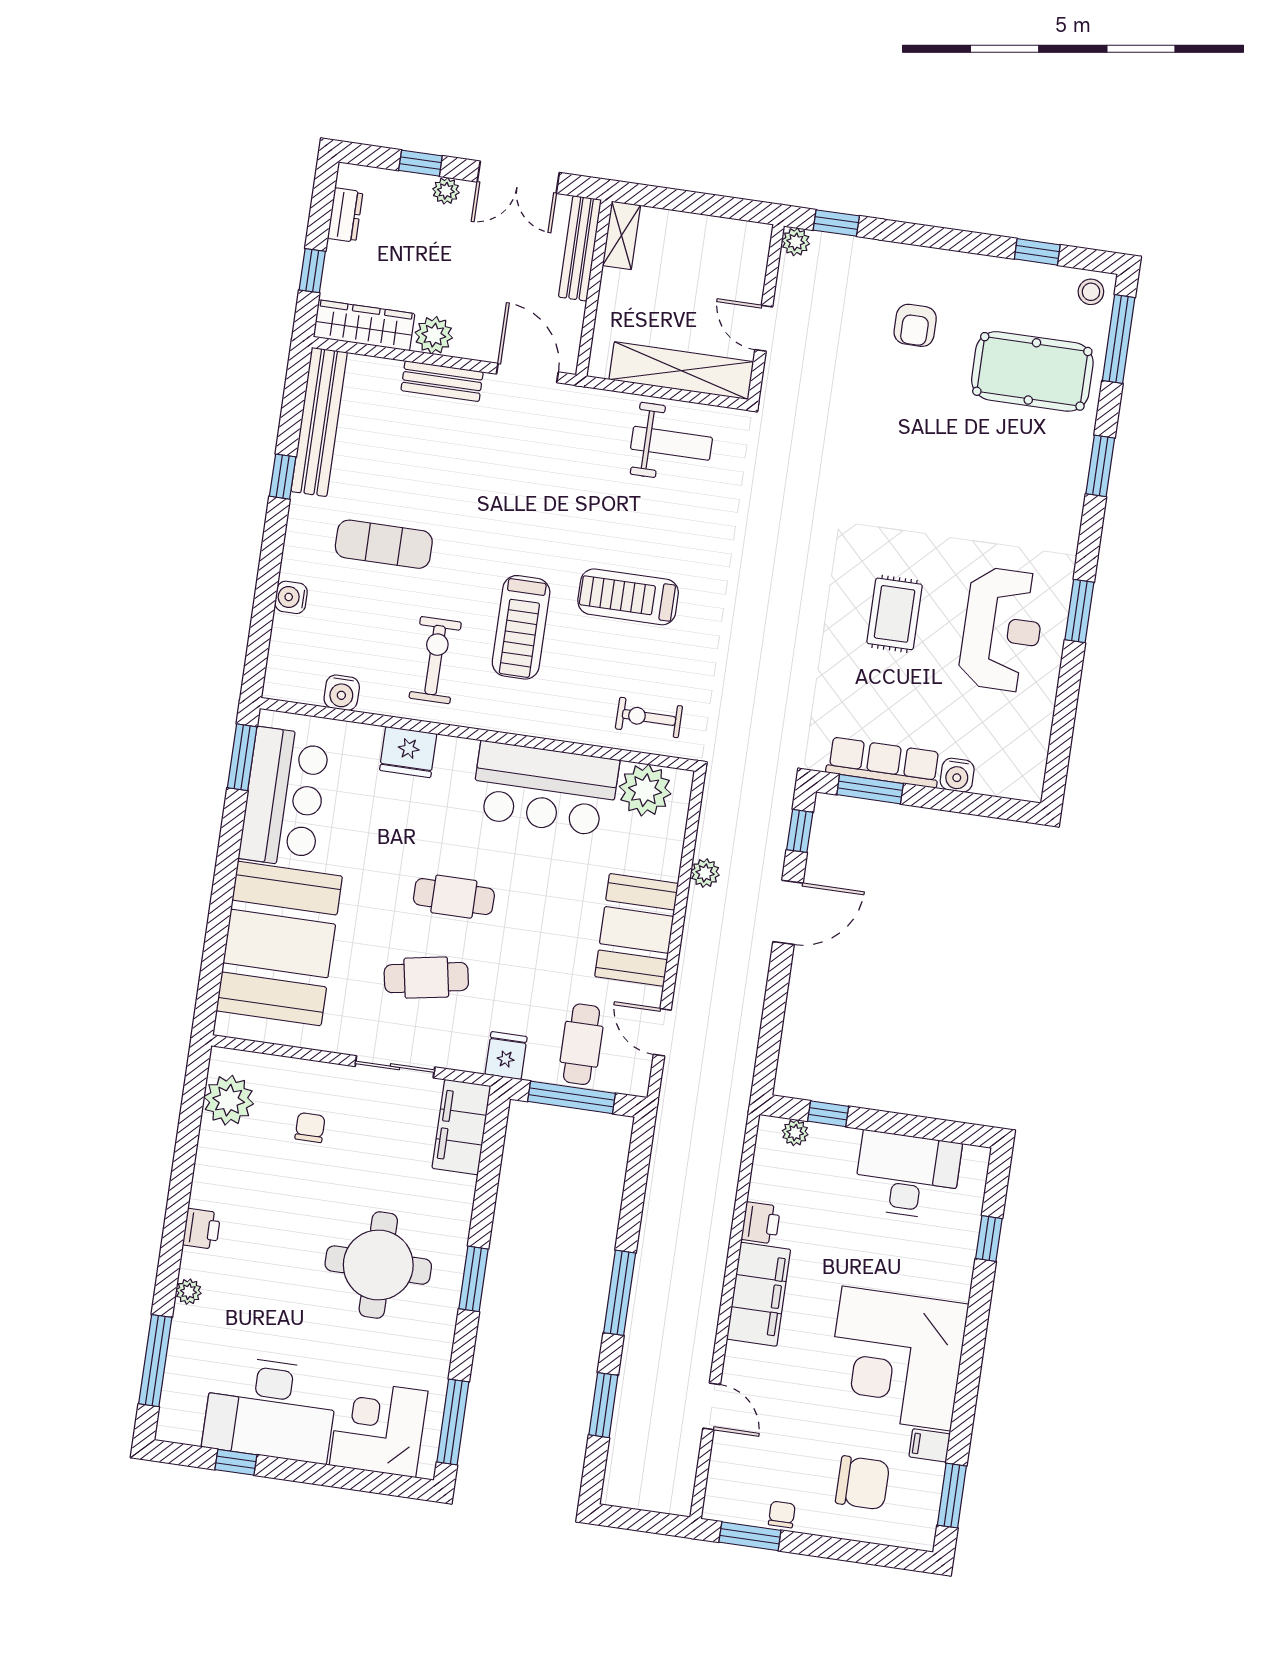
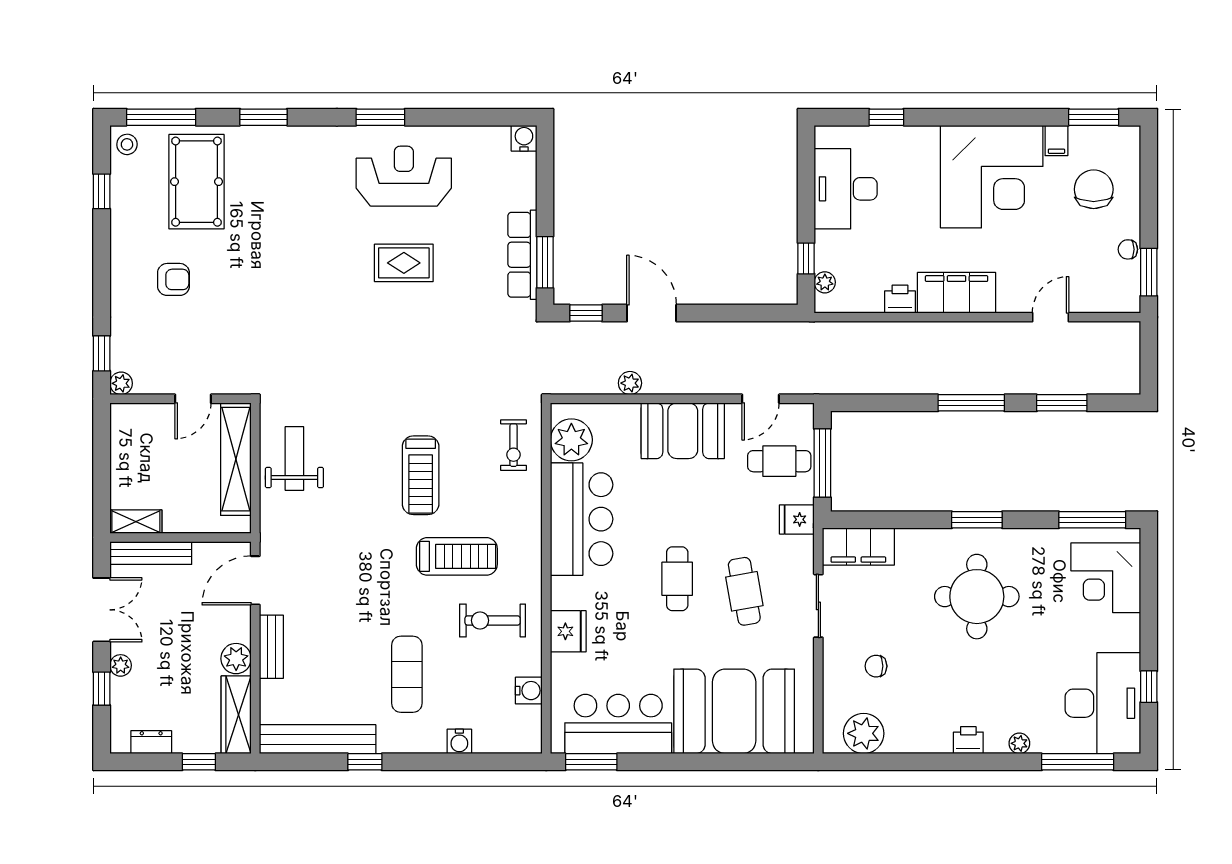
water cooler: (957, 775) -> (524, 138), moved, turned -90
desk: (270, 1409) -> (1103, 703), moved

